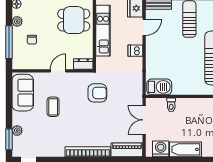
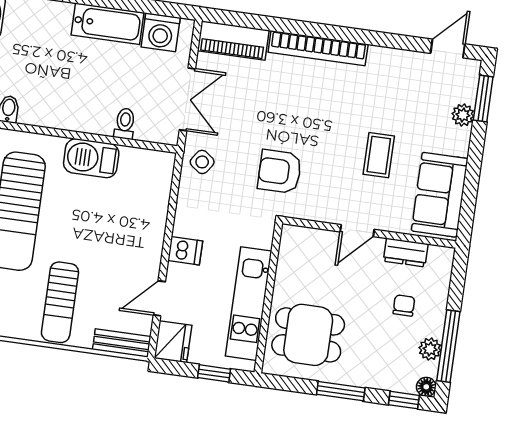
window: (9, 42) -> (448, 346), moved
dresser: (83, 64) -> (406, 253), moved
barbecue: (159, 87) -> (91, 158), moved
side table: (133, 92) -> (202, 162), added

